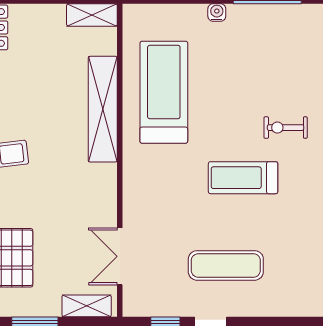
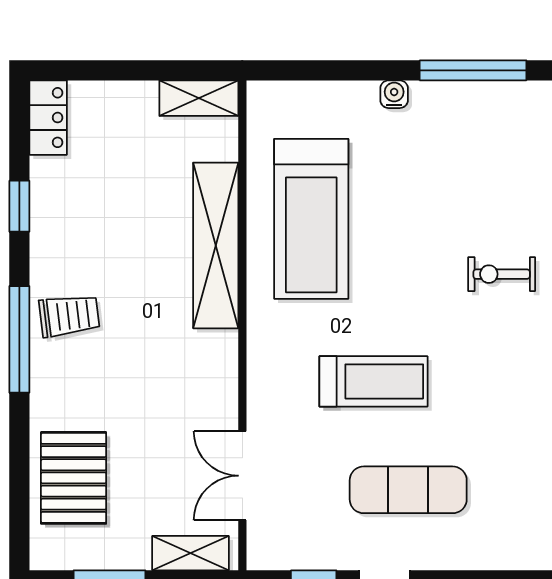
treadmill: (164, 92) -> (311, 219), turned 180
treadmill: (243, 178) -> (373, 381), moved, turned 180

